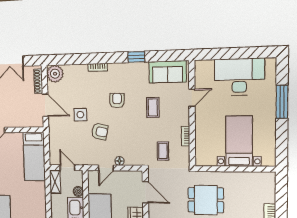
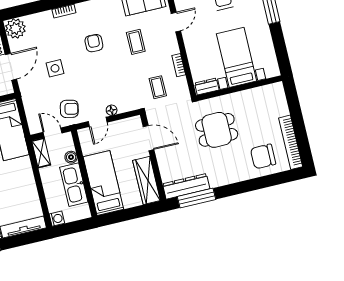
door: (45, 105) -> (11, 67), hinge flipped
armchair: (100, 131) -> (69, 109), moved
dresser: (206, 161) -> (207, 87), added

